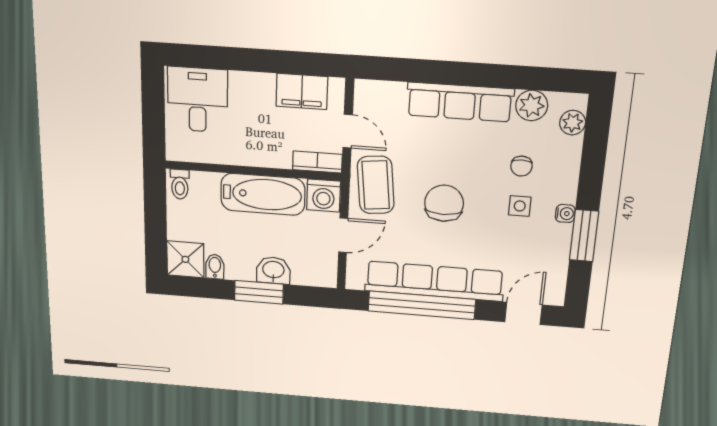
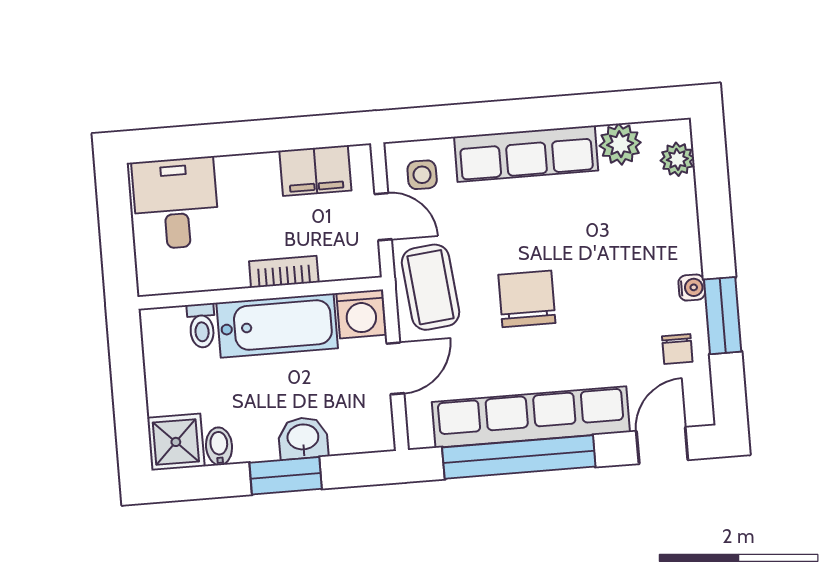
bookcase: (317, 162) -> (284, 272), moved
chair: (521, 166) -> (677, 349), moved
toilet: (180, 184) -> (202, 326), moved
side table: (520, 206) -> (422, 175), moved

